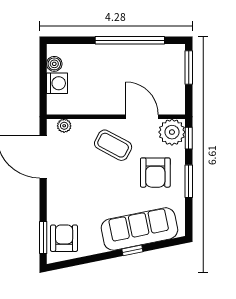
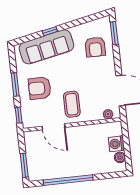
plant: (172, 132) -> (31, 118), removed
coffee table: (113, 145) -> (72, 104), turned 62
armchair: (155, 173) -> (40, 88), turned -90
armchair: (64, 238) -> (95, 47), moved

